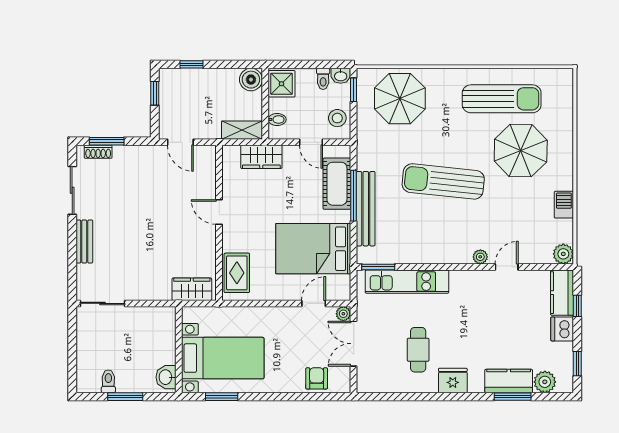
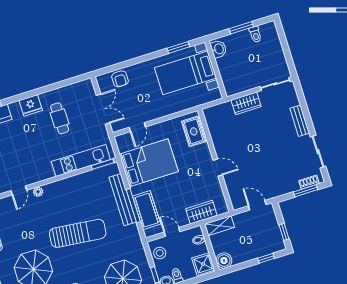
wardrobe: (192, 289) -> (246, 103), moved
plant: (343, 314) -> (116, 127), removed

